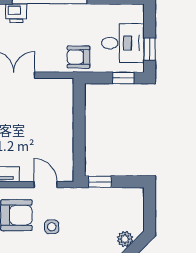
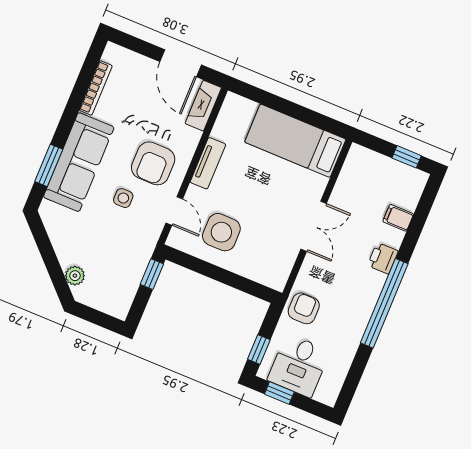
side table: (47, 143) -> (221, 232), added
door: (46, 185) -> (174, 211), hinge flipped

